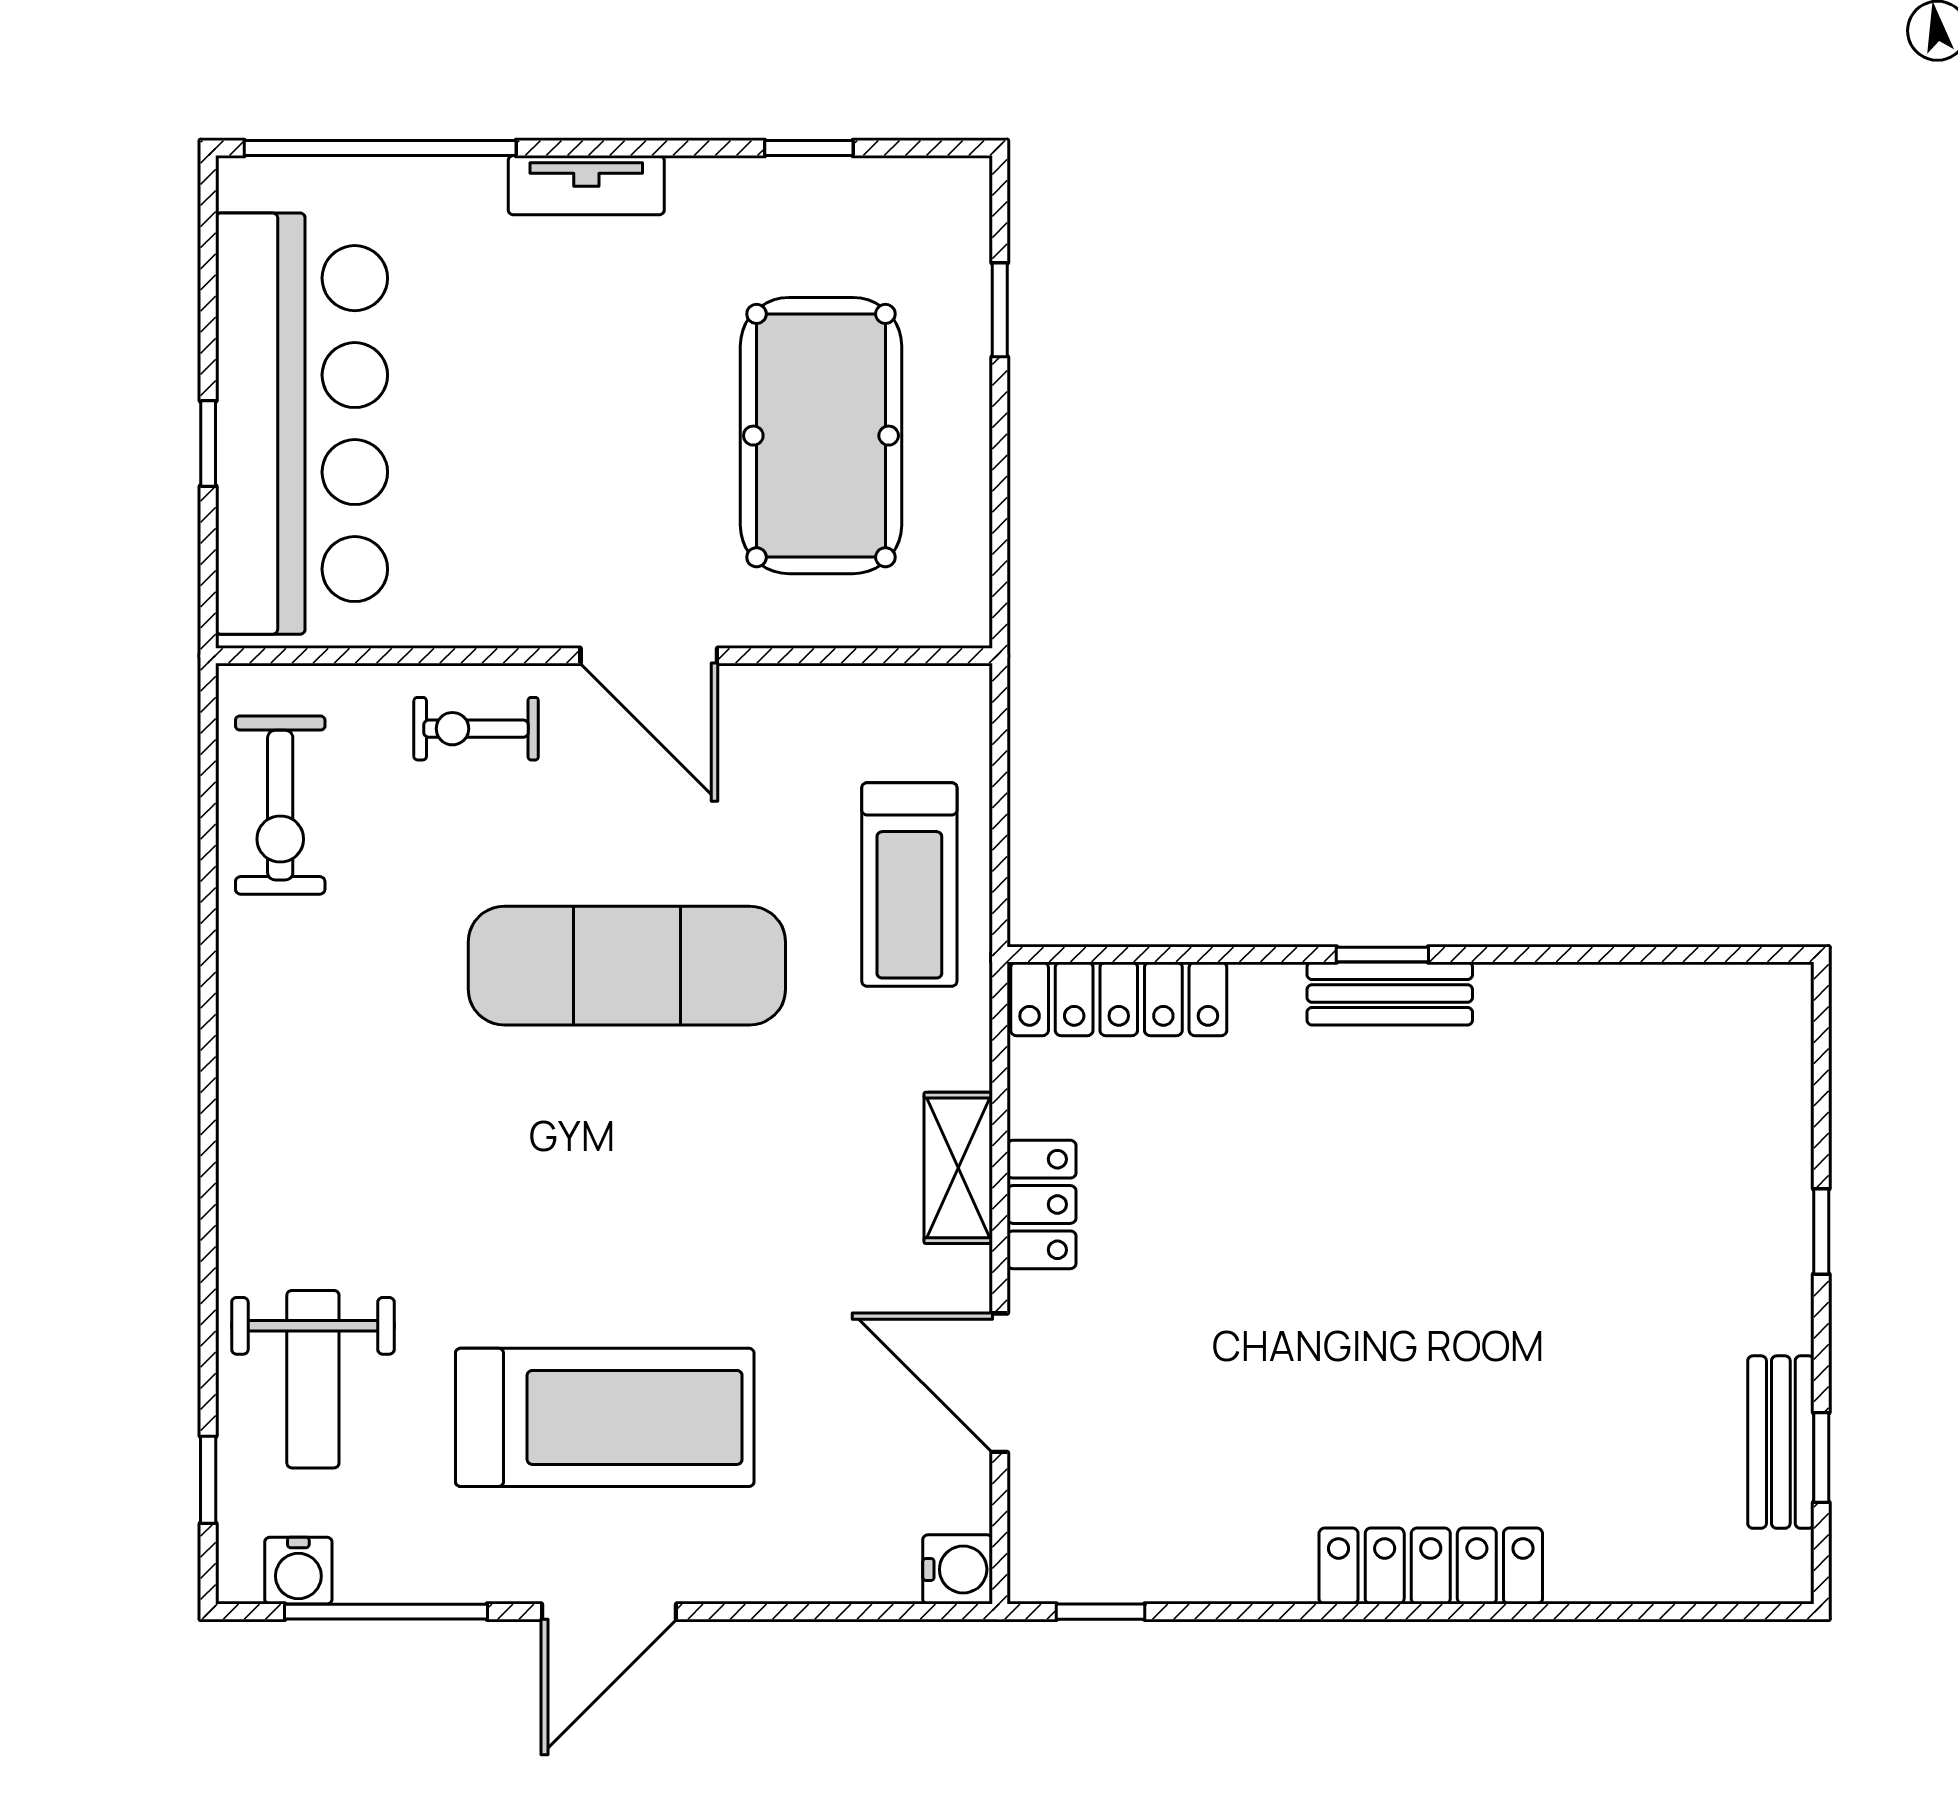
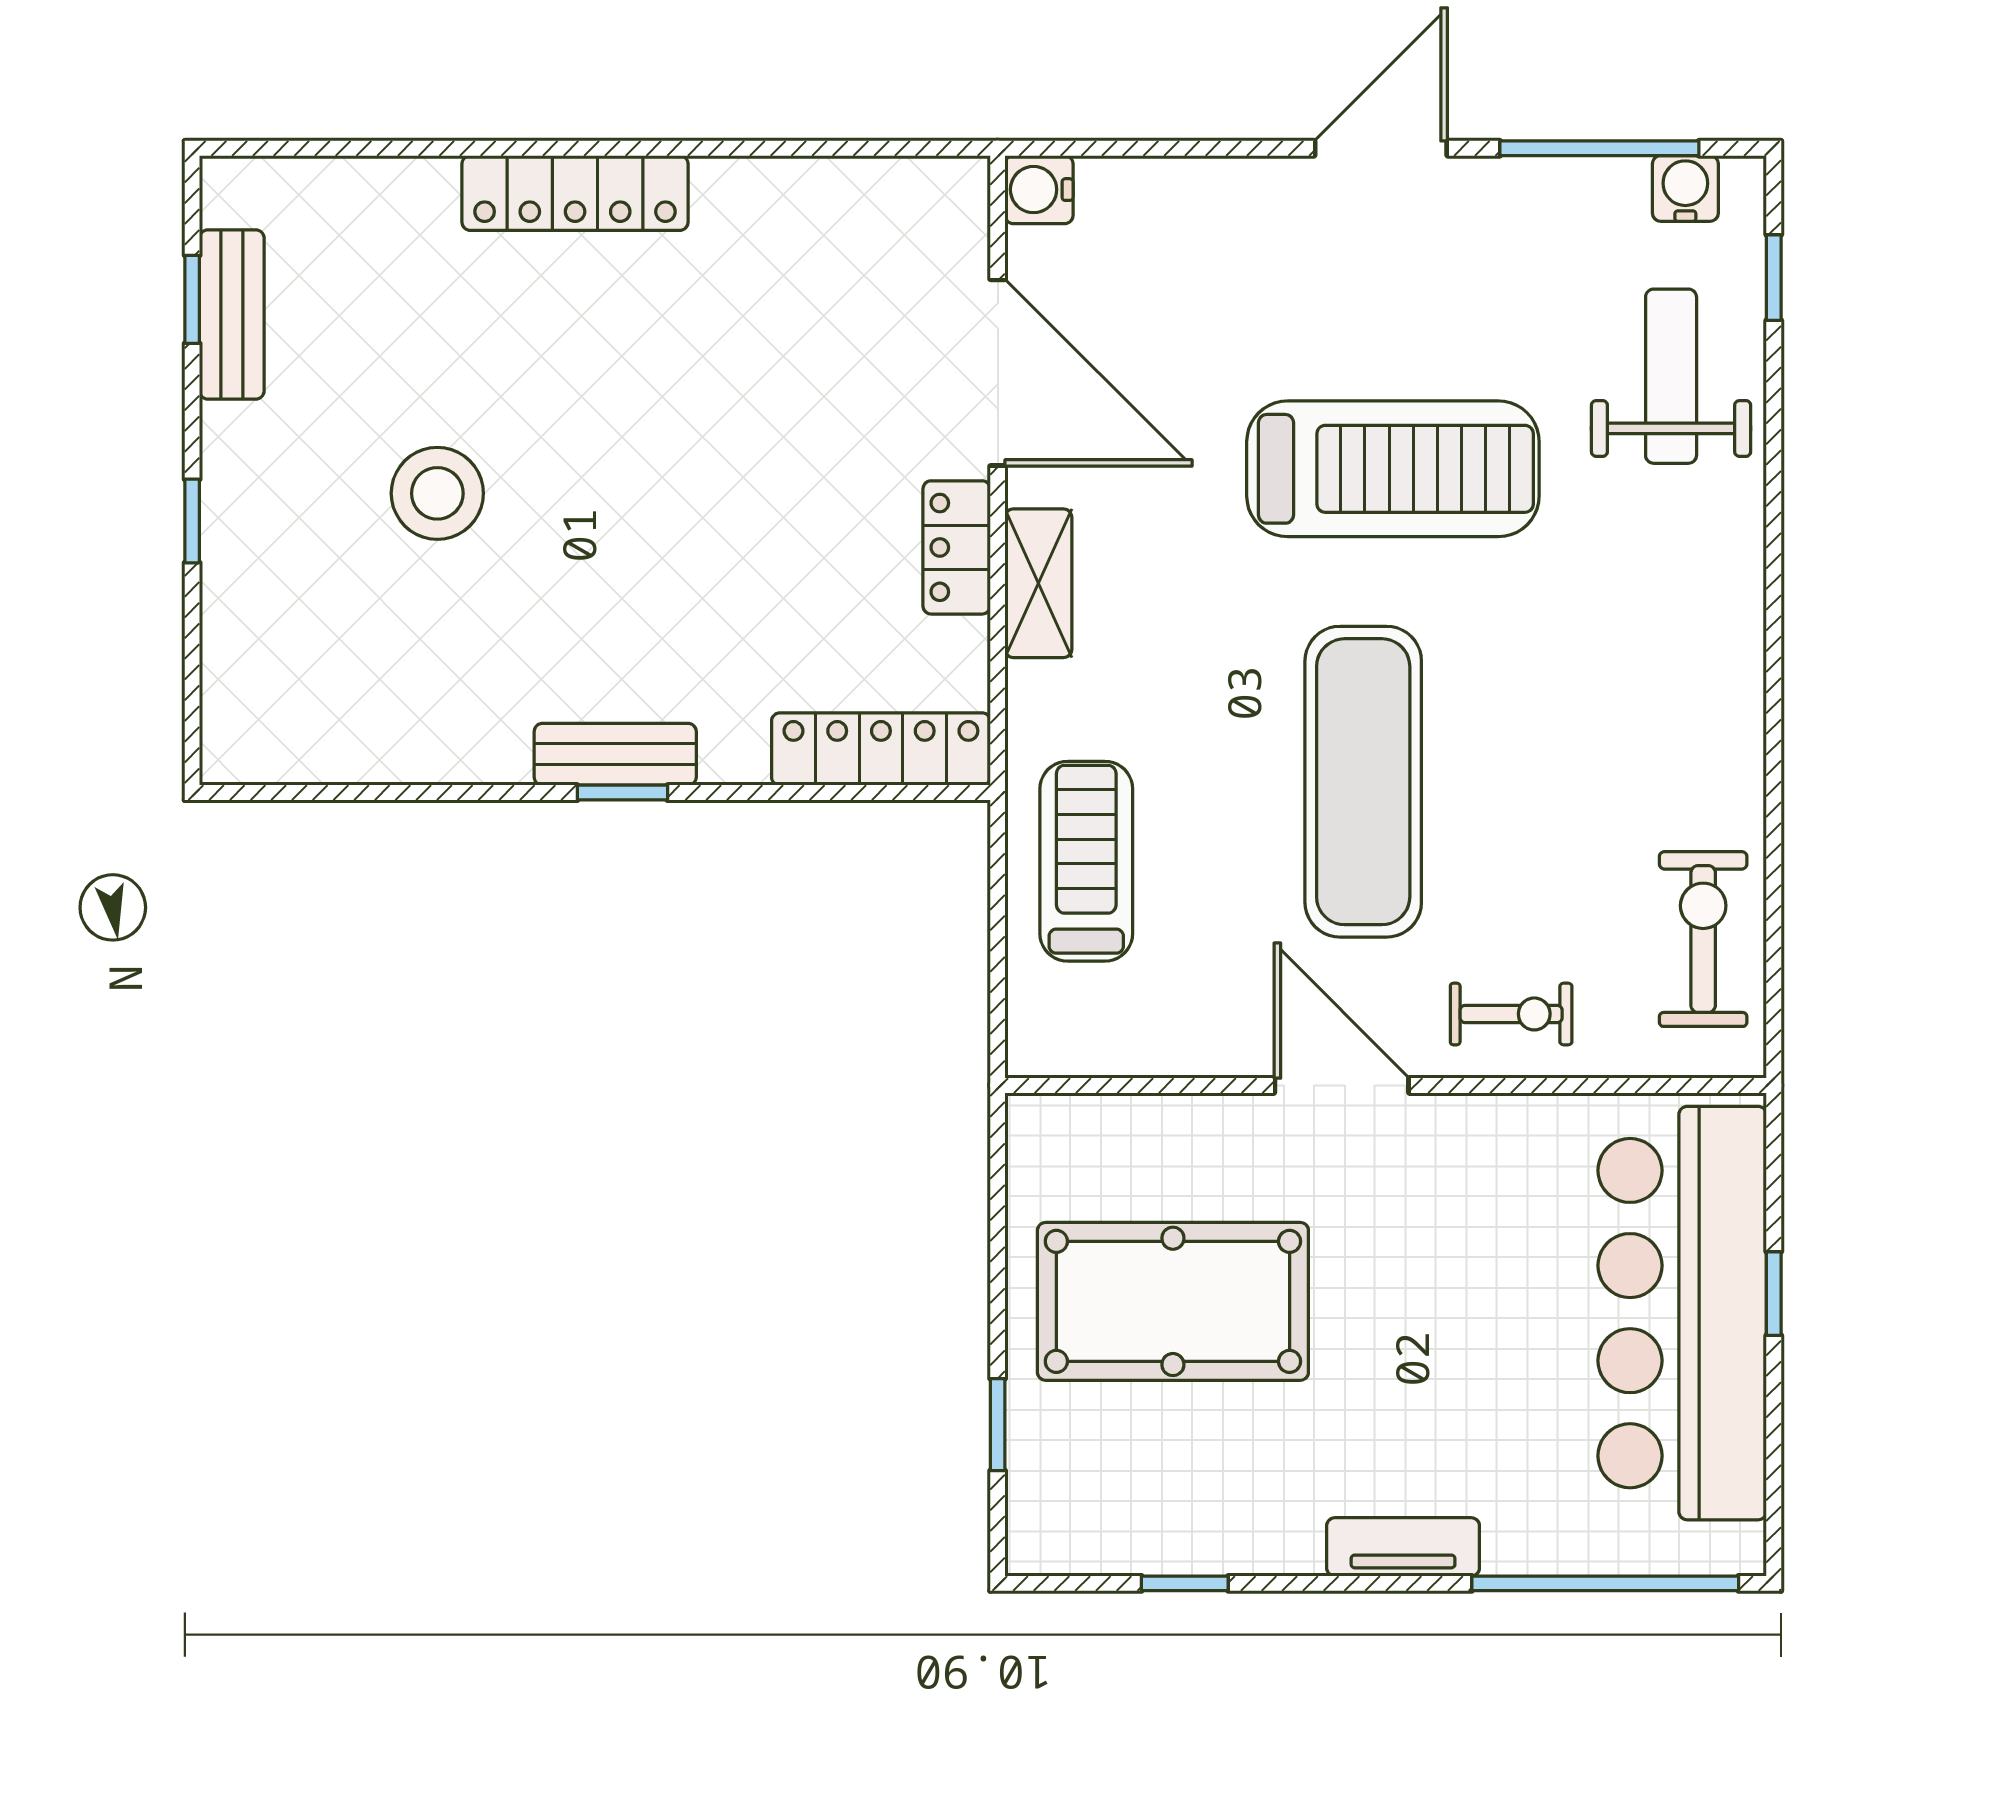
pool table: (821, 436) -> (1173, 1301), turned 90
exercise mat: (627, 966) -> (1363, 782), turned 90
stool: (1571, 1260) -> (437, 493), added
door: (1000, 1383) -> (998, 373), width x1.36
treadmill: (605, 1417) -> (1393, 469), moved, turned 180
window: (1101, 1612) -> (899, 148), removed

